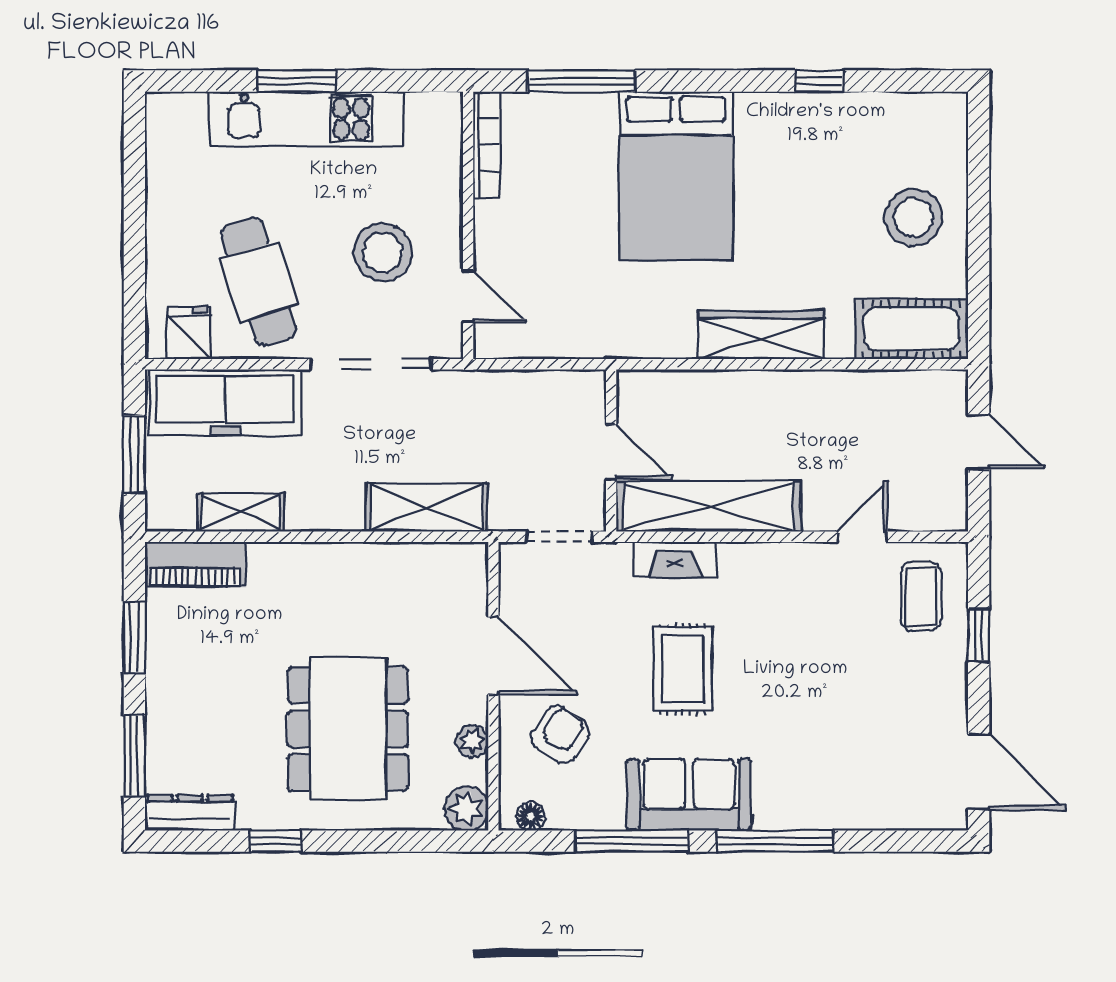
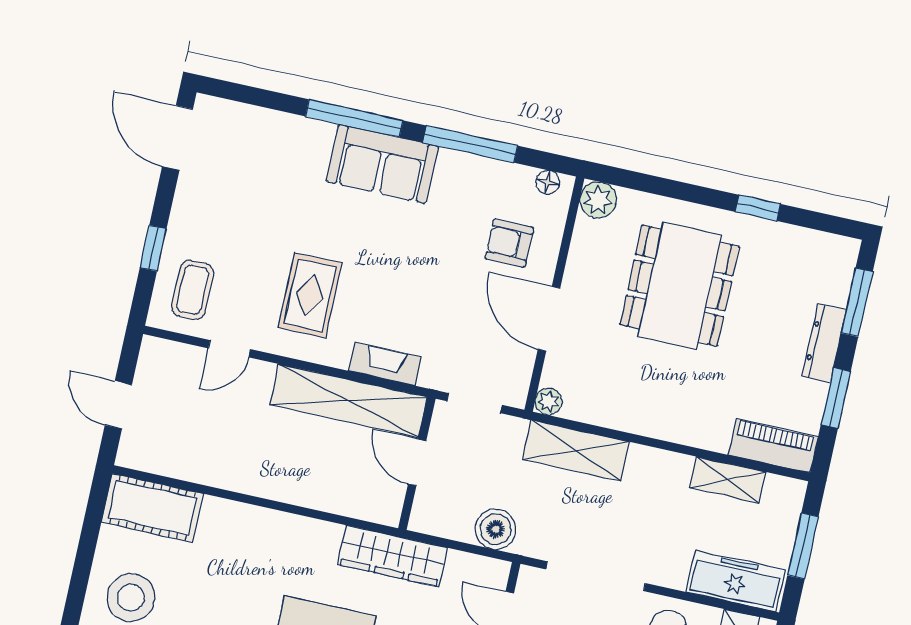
wardrobe: (761, 335) -> (393, 556), moved
boiler: (501, 394) -> (496, 529), added
freezer: (225, 402) -> (736, 581), width x0.73, depth x0.79
rug: (683, 669) -> (310, 295), moved
armchair: (560, 735) -> (509, 243), turned 57
plant: (472, 741) -> (549, 402), moved
sofa: (689, 795) -> (382, 164), moved
dresser: (190, 813) -> (824, 343), moved, turned 90

